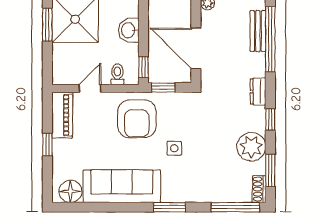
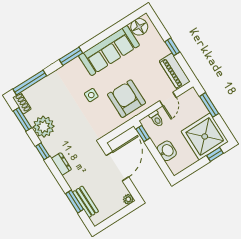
window: (47, 25) -> (209, 105), moved
window: (270, 39) -> (75, 202), width x0.47
door: (196, 48) -> (117, 166), hinge flipped
window: (163, 88) -> (122, 129), removed

